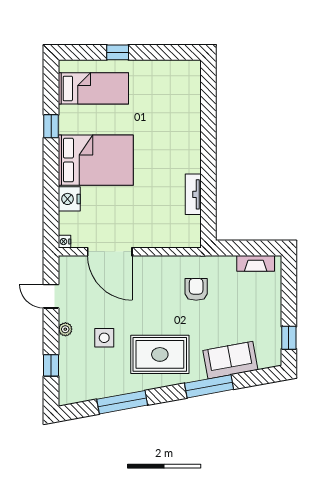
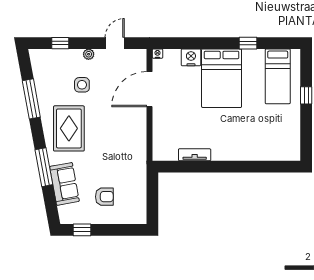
fireplace: (256, 263) -> (140, 204), removed
armchair: (196, 289) -> (104, 197), moved

